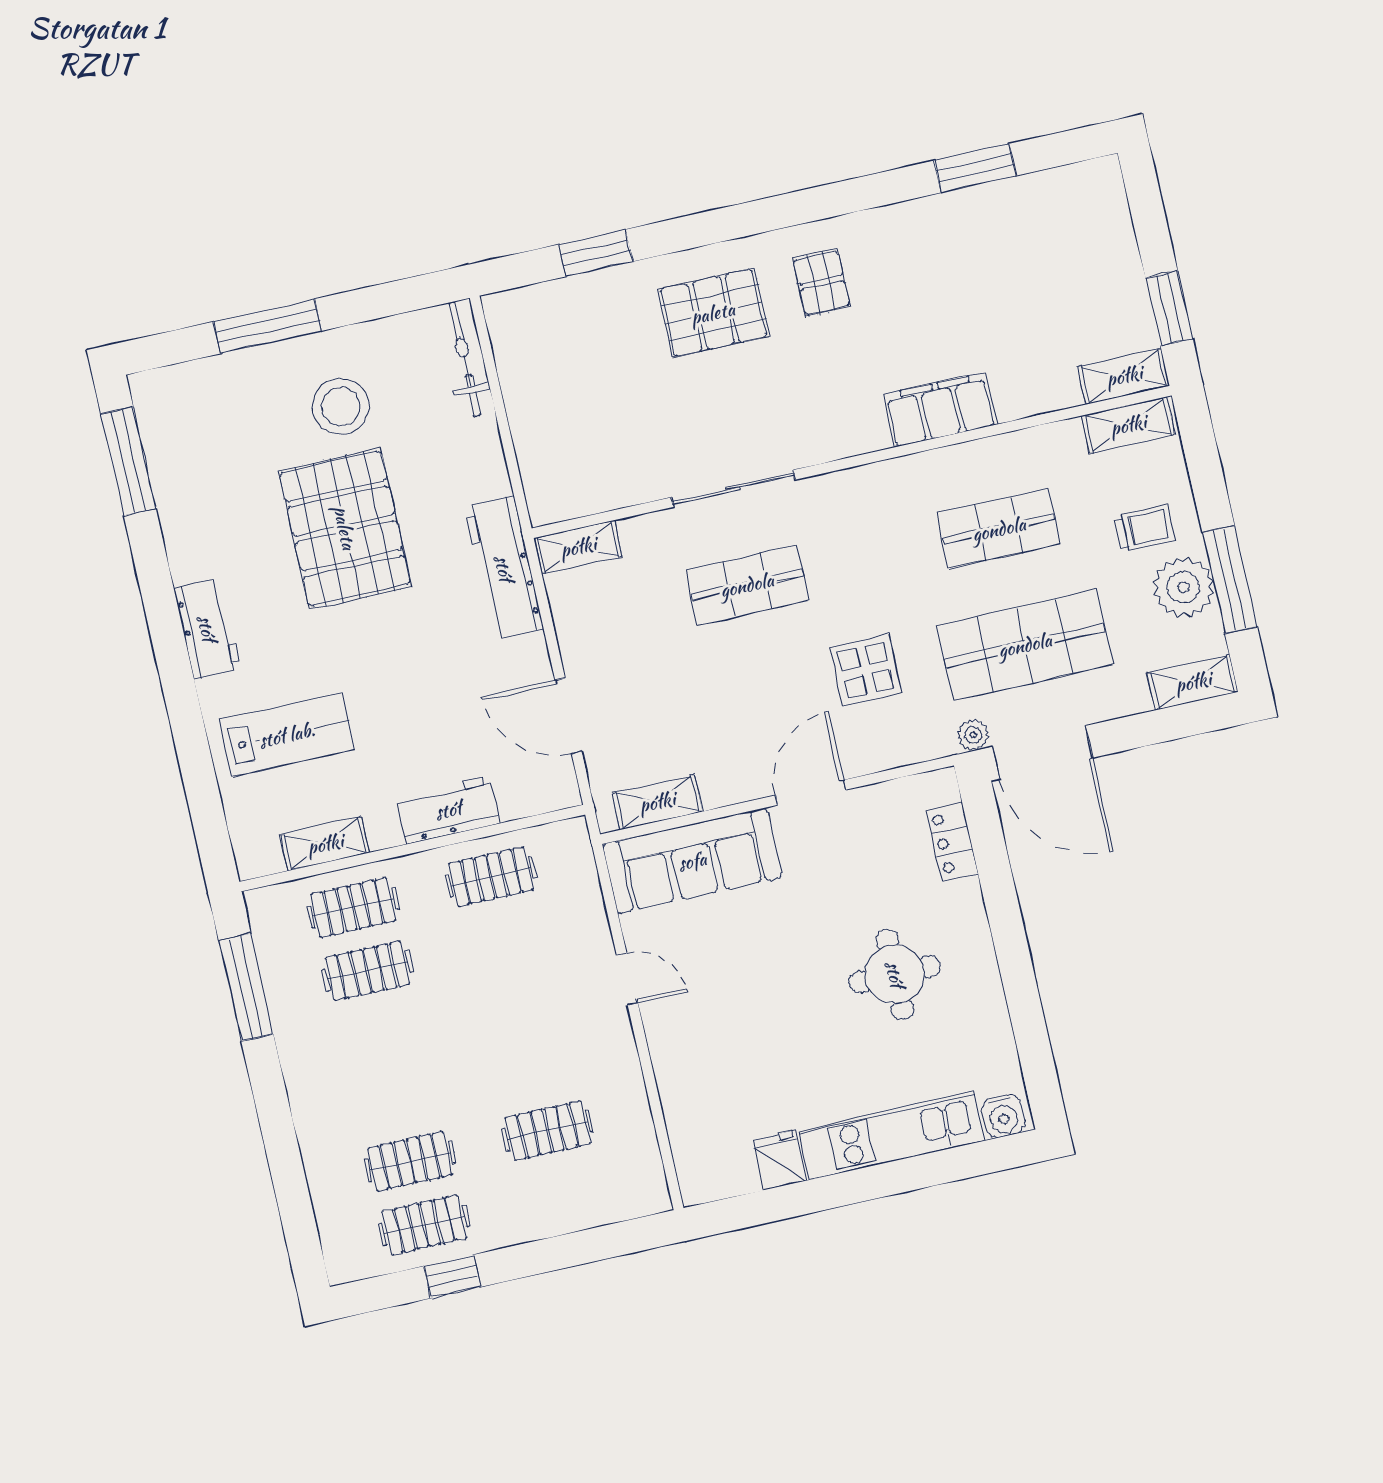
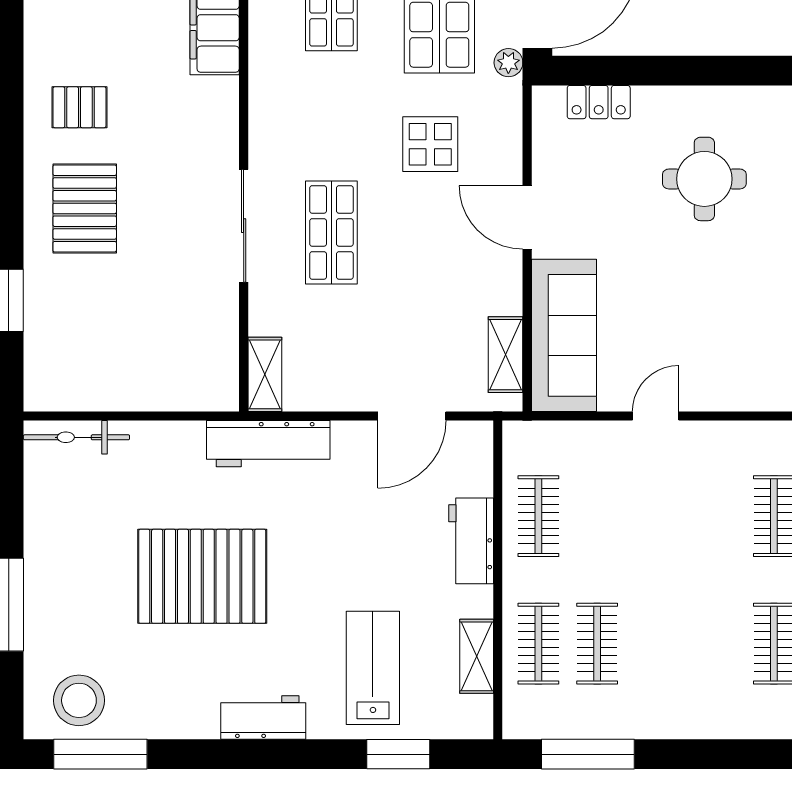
stool: (341, 407) -> (79, 700), moved
window: (200, 783) -> (398, 754), added

